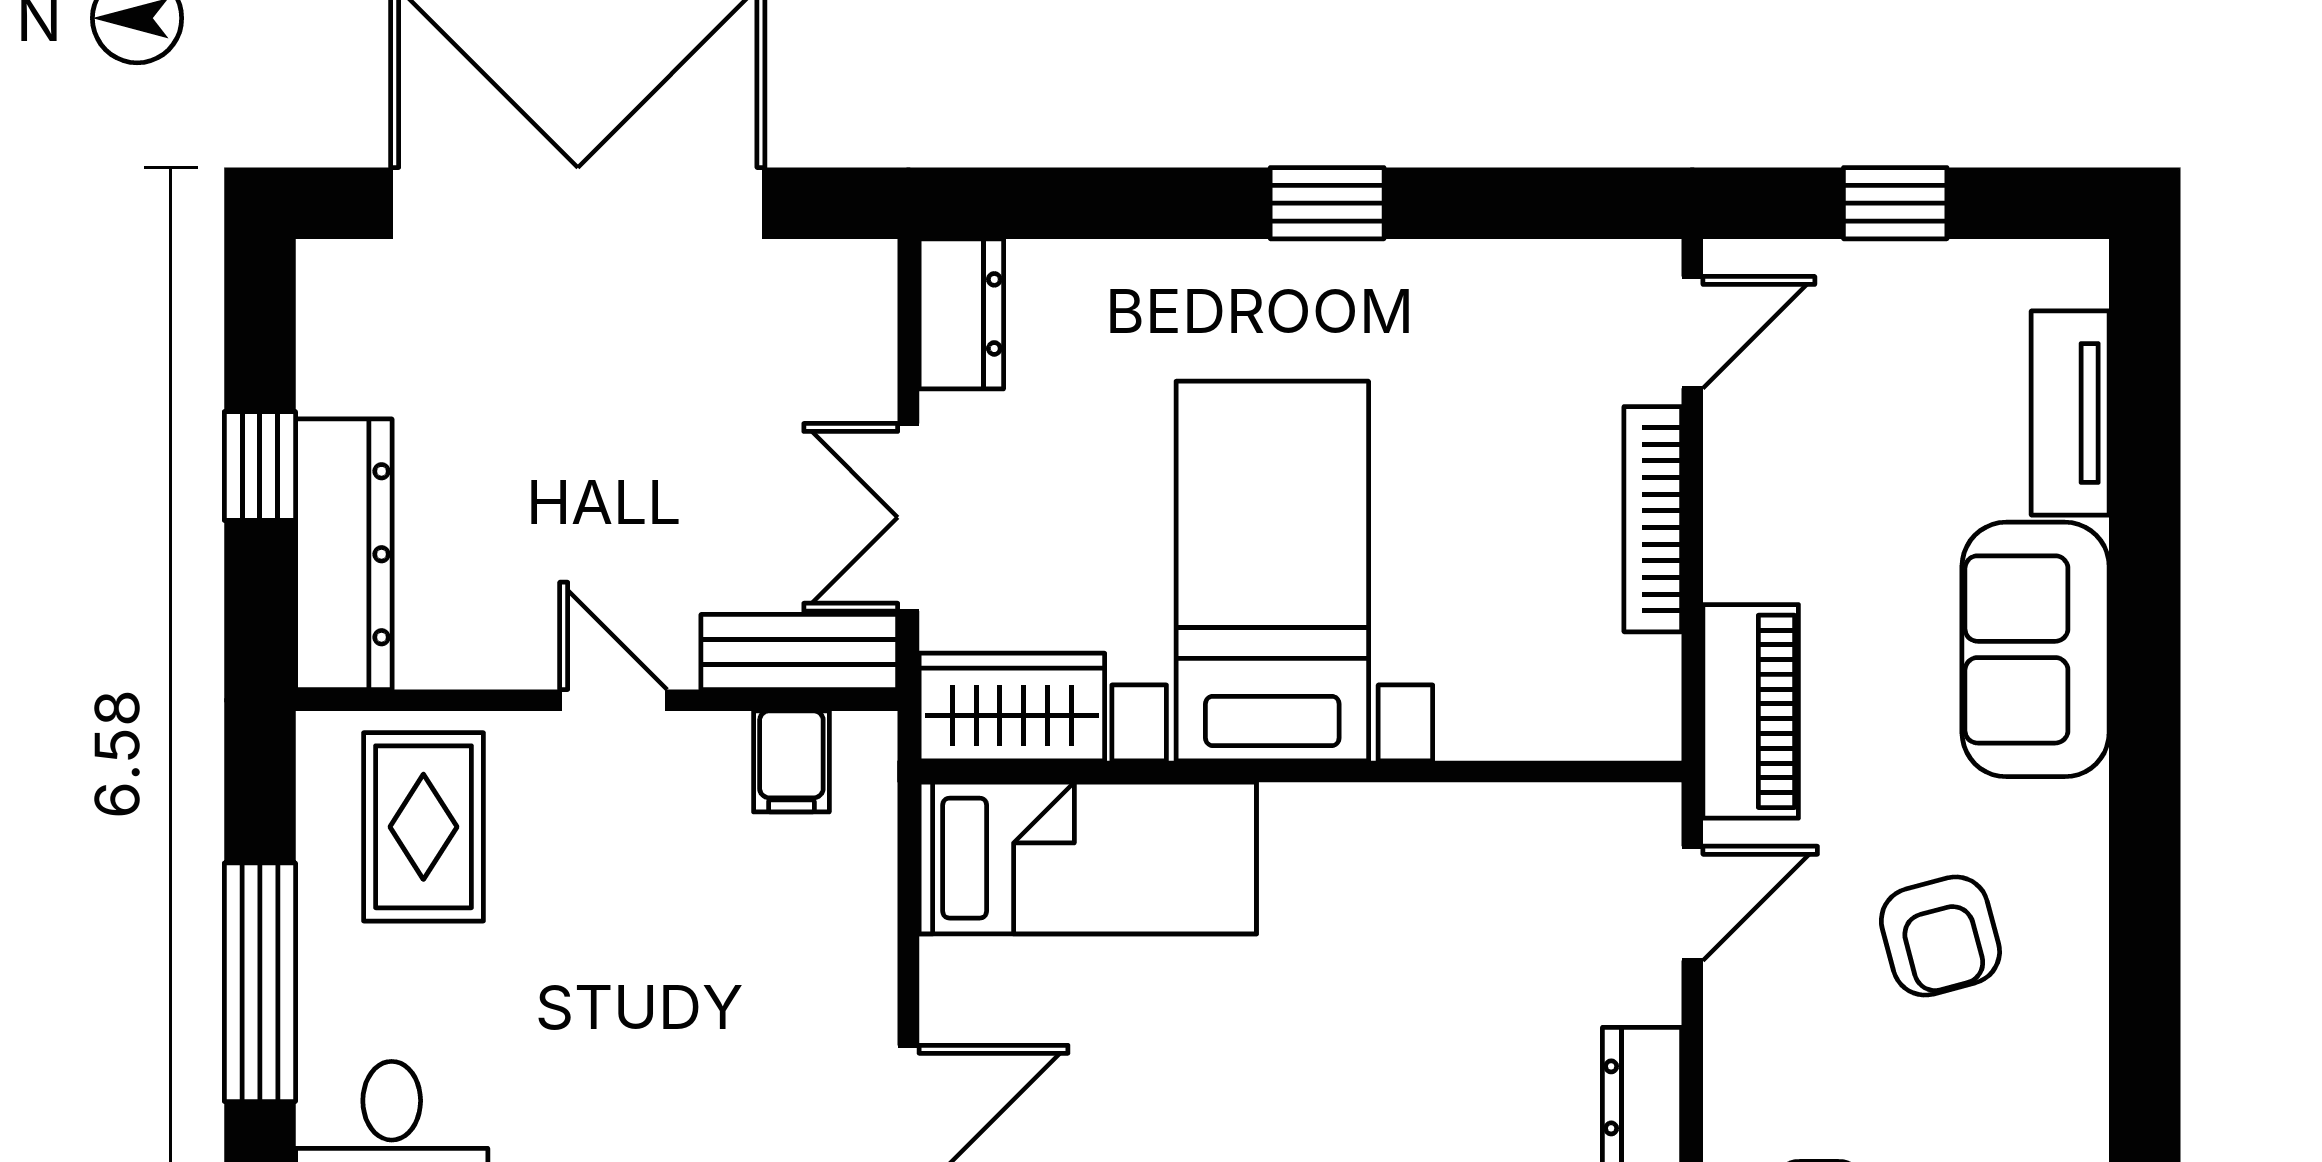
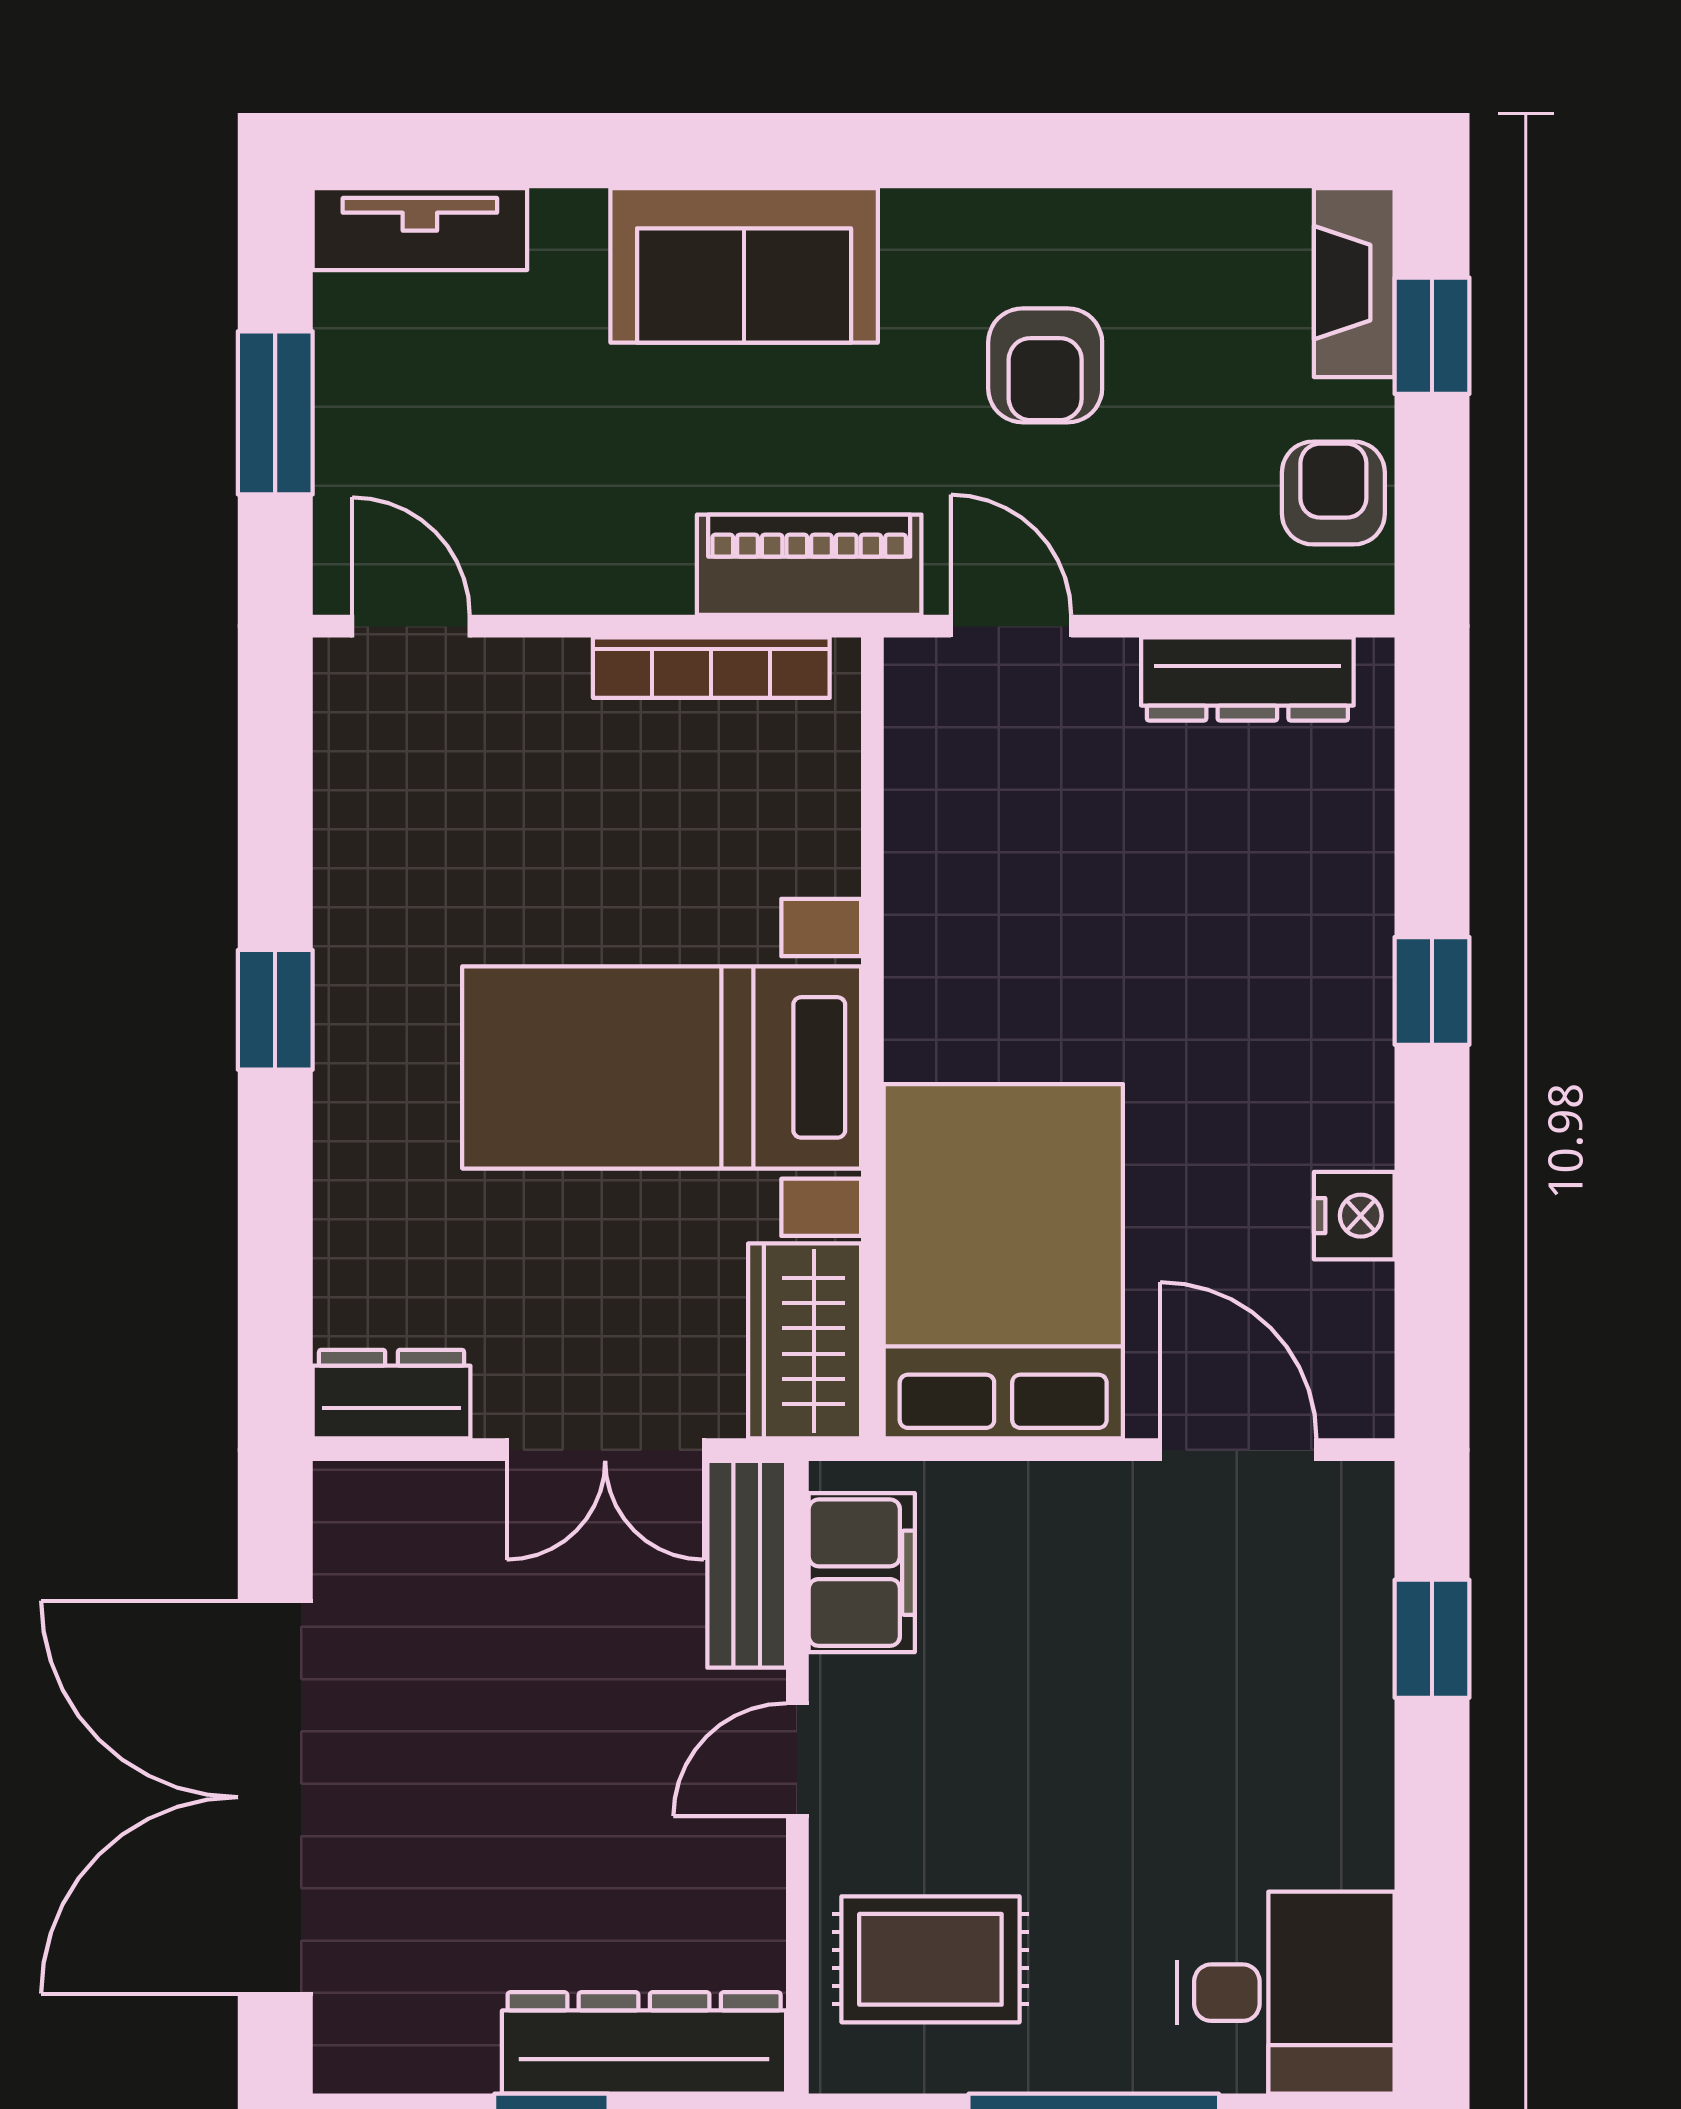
window: (1895, 203) -> (275, 413), width x1.50
tv unit: (2070, 413) -> (420, 229), moved
bookcase: (1653, 519) -> (711, 668), moved
filing cabinet: (791, 761) -> (862, 1573), width x2.00
bed: (1088, 858) -> (1003, 1261), width x1.50
armchair: (1940, 936) -> (1045, 365), turned 105

